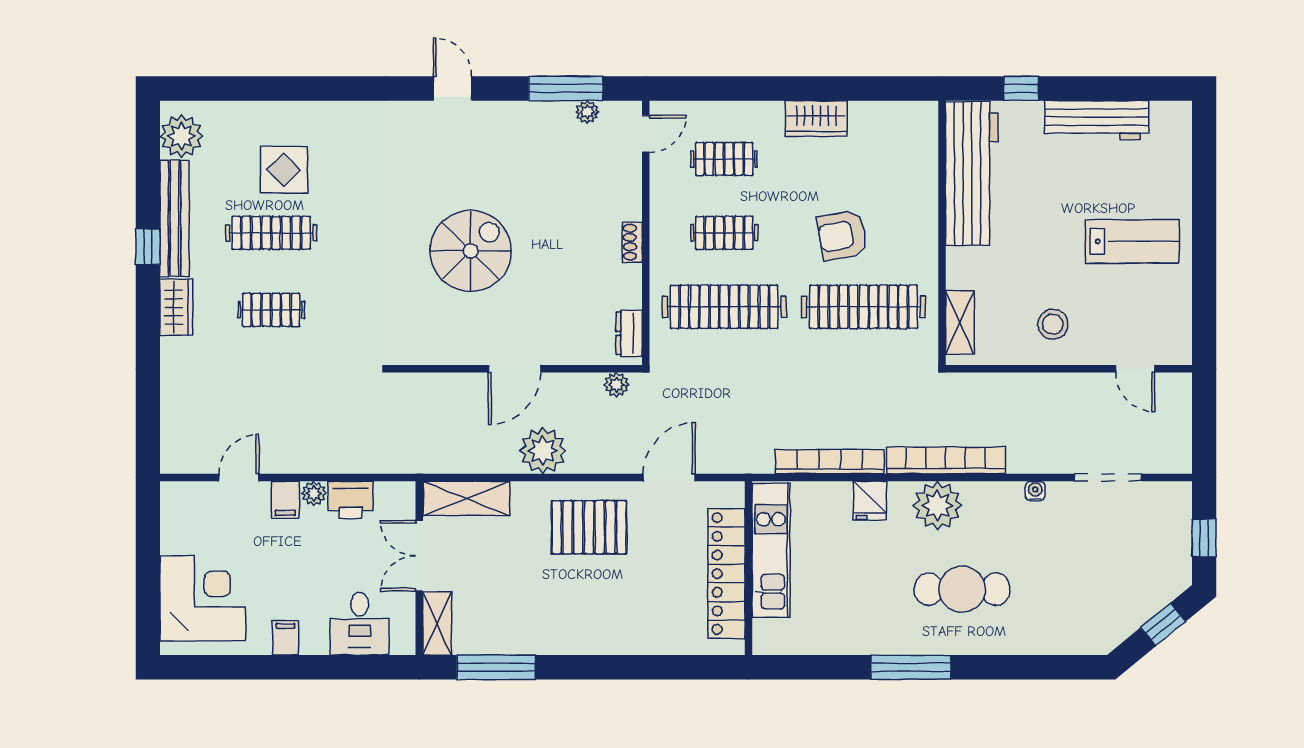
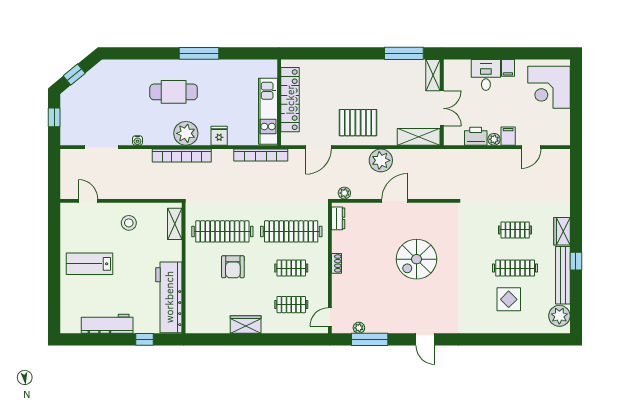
armchair: (842, 235) -> (233, 267), turned 100
bookcase: (830, 462) -> (261, 155), moved
desk: (360, 624) -> (486, 75), moved

